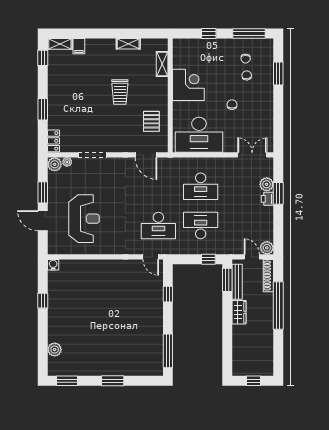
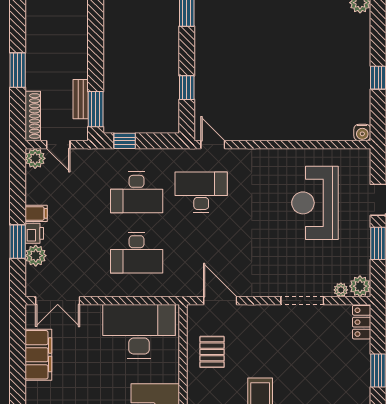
chair: (232, 105) -> (89, 378), removed
filing cabinet: (265, 120) -> (38, 355), added
desk: (201, 186) -> (137, 253), turned 180
filing cabinet: (266, 212) -> (36, 213), added
bench: (237, 282) -> (81, 99), width x0.73
window: (278, 305) -> (18, 70), width x0.47
wardrobe: (239, 312) -> (78, 60), removed

